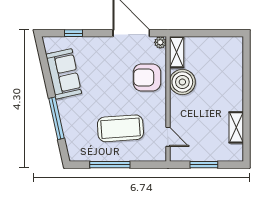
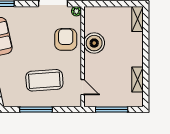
shelving: (177, 52) -> (137, 19), moved
armchair: (147, 77) -> (66, 39), turned 90
window: (204, 165) -> (112, 109), width x1.44

